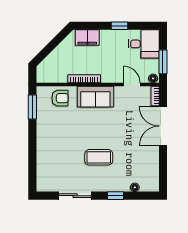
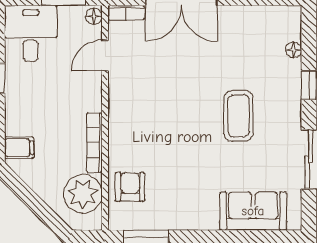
filing cabinet: (87, 38) -> (19, 148), width x0.50
plant: (56, 72) -> (83, 194), added
sofa: (95, 97) -> (253, 211), moved, turned -90

